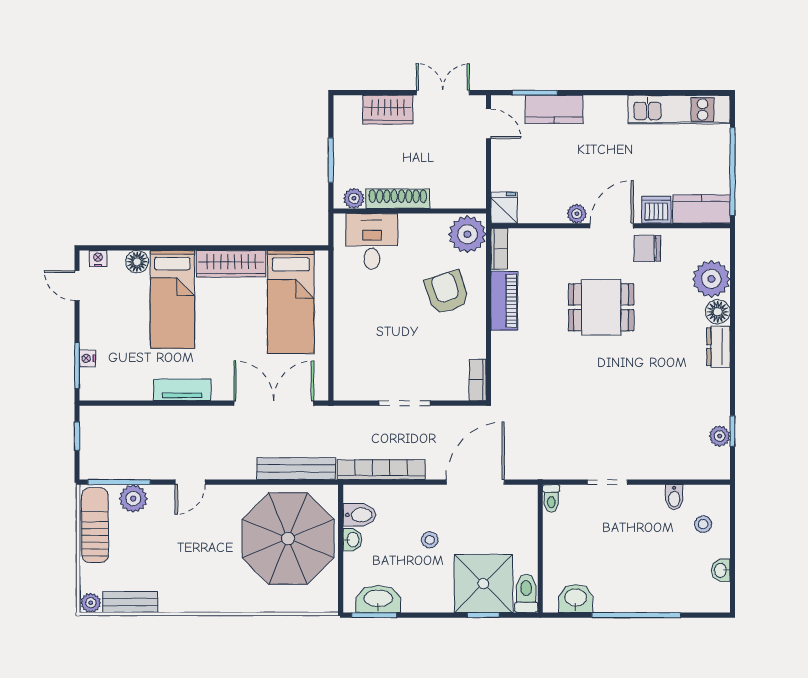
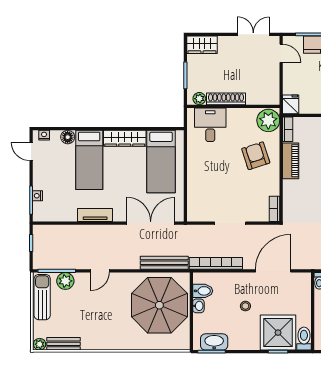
wardrobe: (388, 110) -> (202, 45), moved

